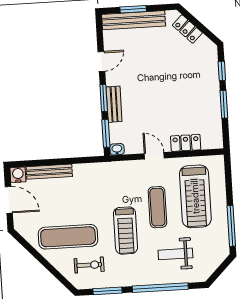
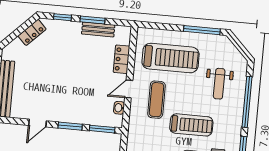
locker: (187, 29) -> (32, 32), moved
door: (101, 61) -> (37, 123), swing flipped
bench: (114, 104) -> (98, 29), moved
washbasin: (117, 149) -> (119, 108), moved
exercise mat: (157, 207) -> (156, 100), moved, turned 90

